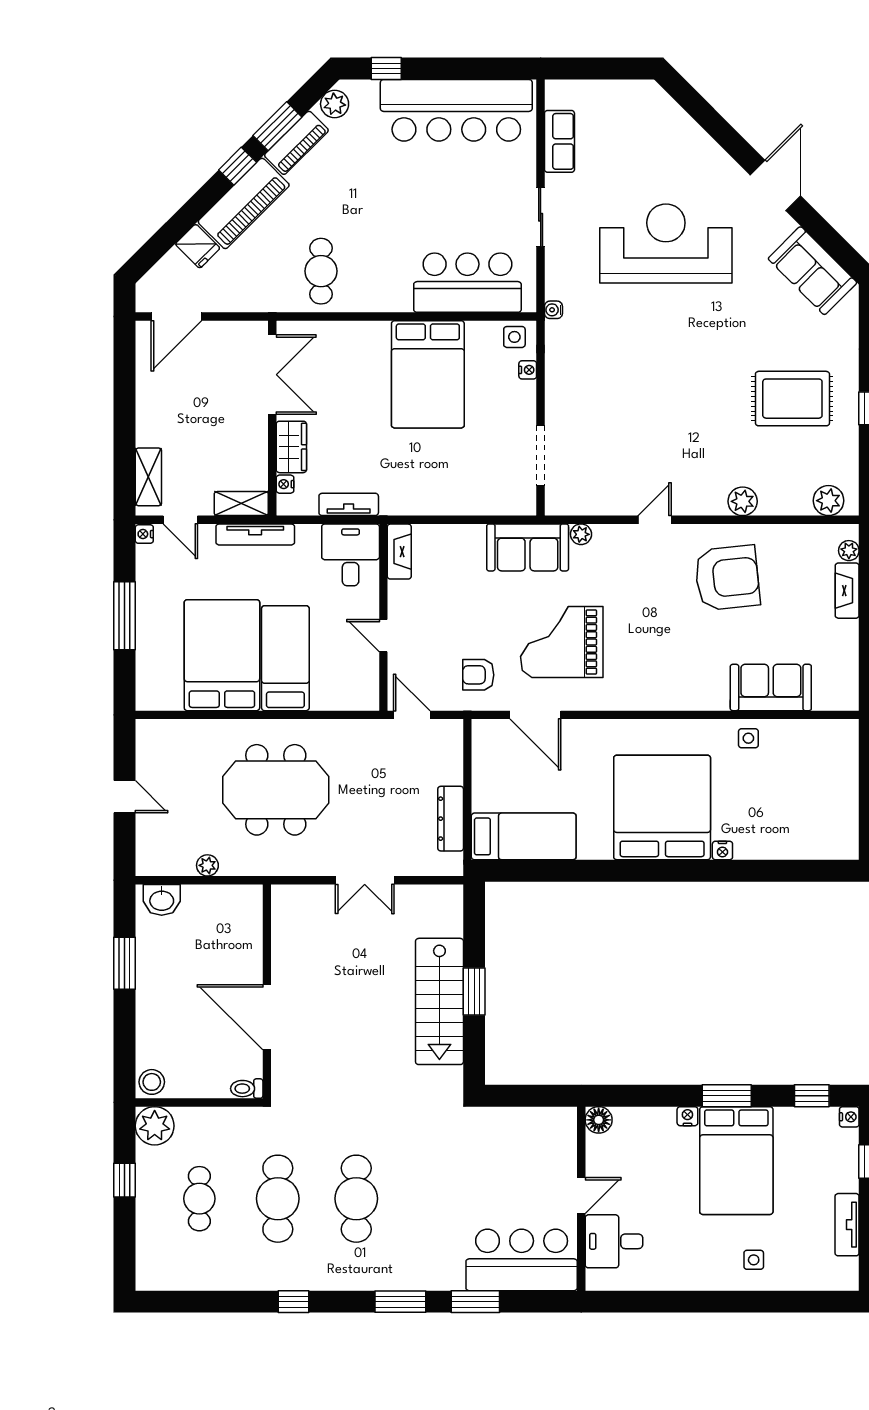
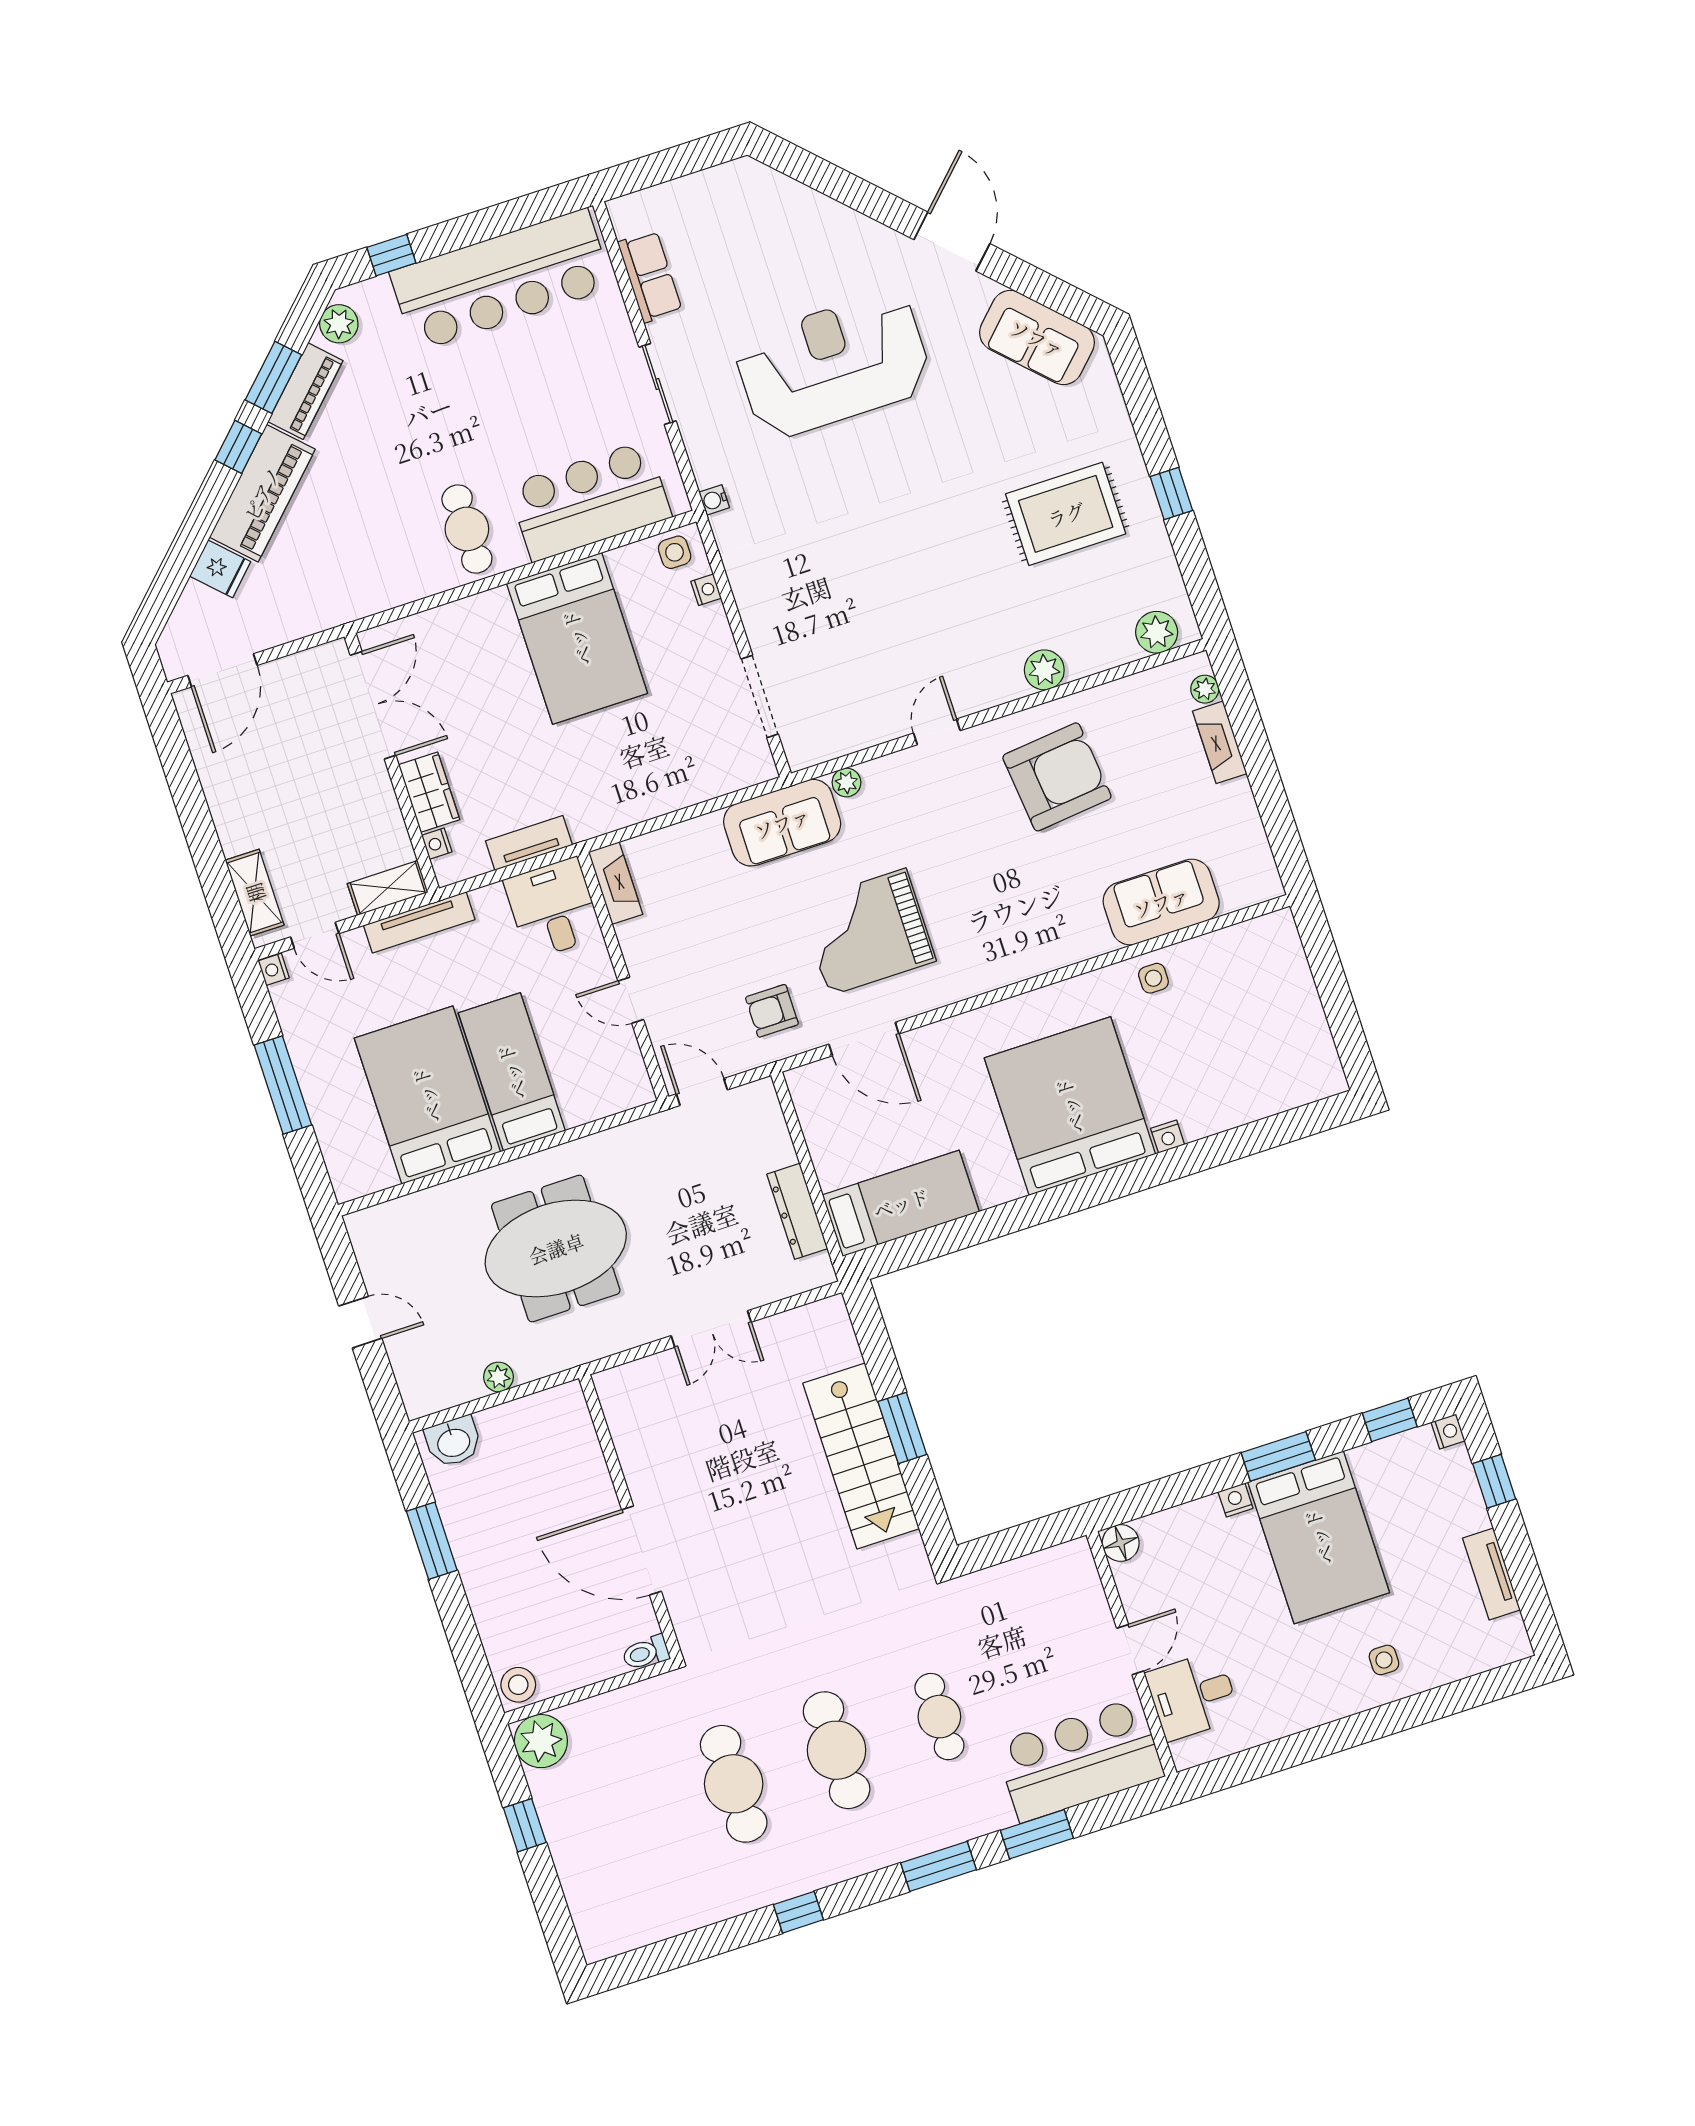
cafe table: (321, 271) -> (467, 529), moved
cafe table: (199, 1199) -> (939, 1717), moved

